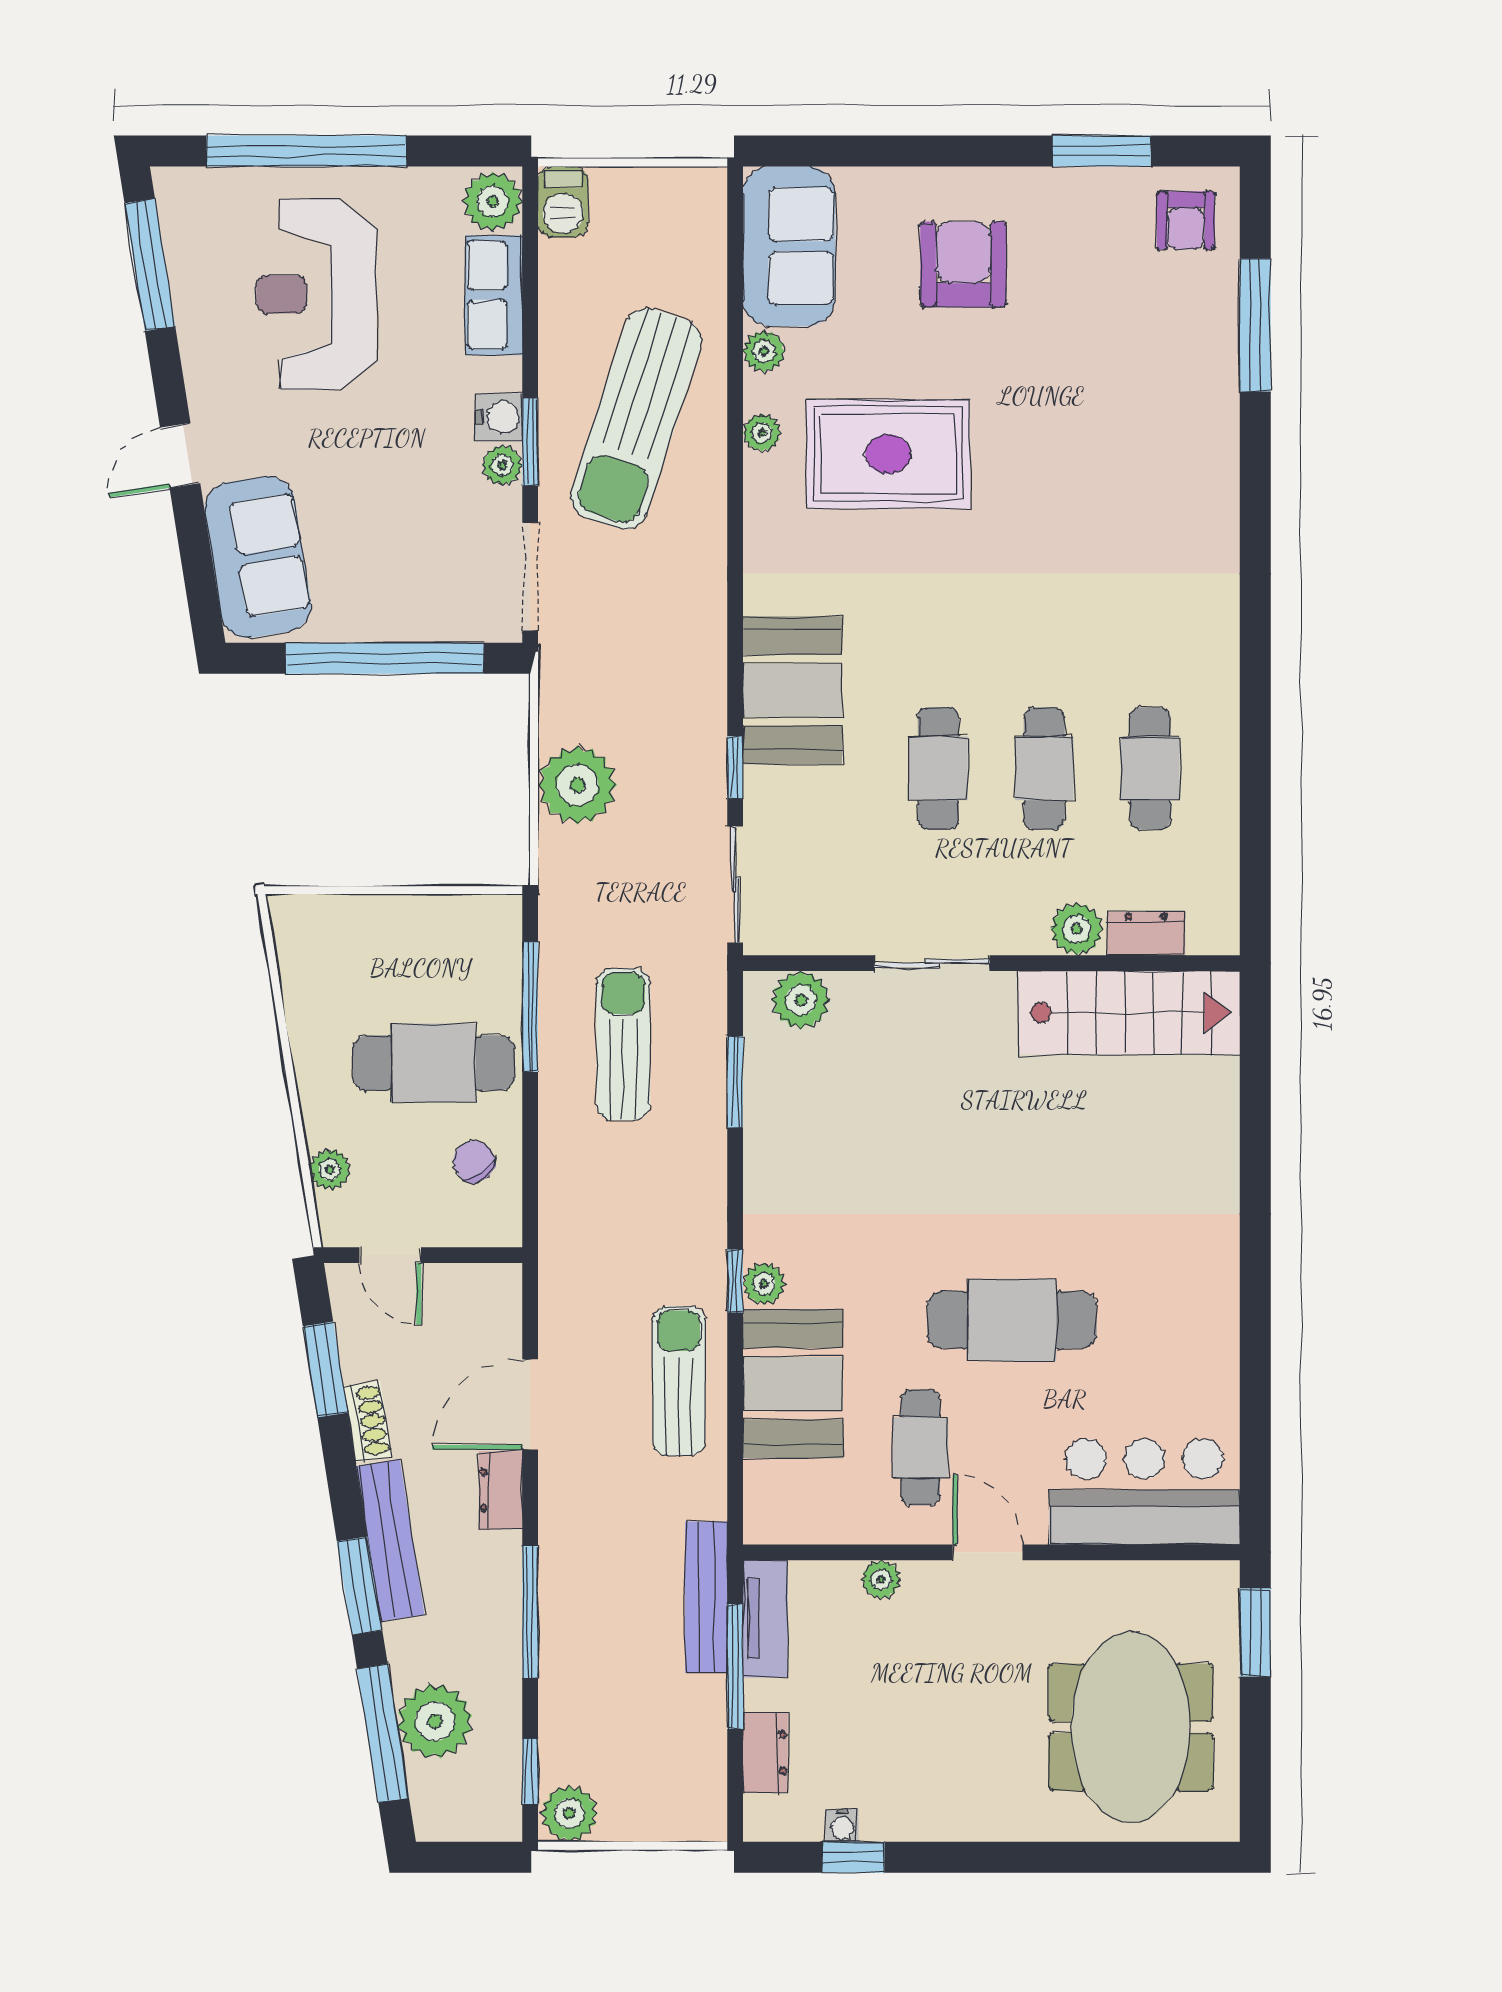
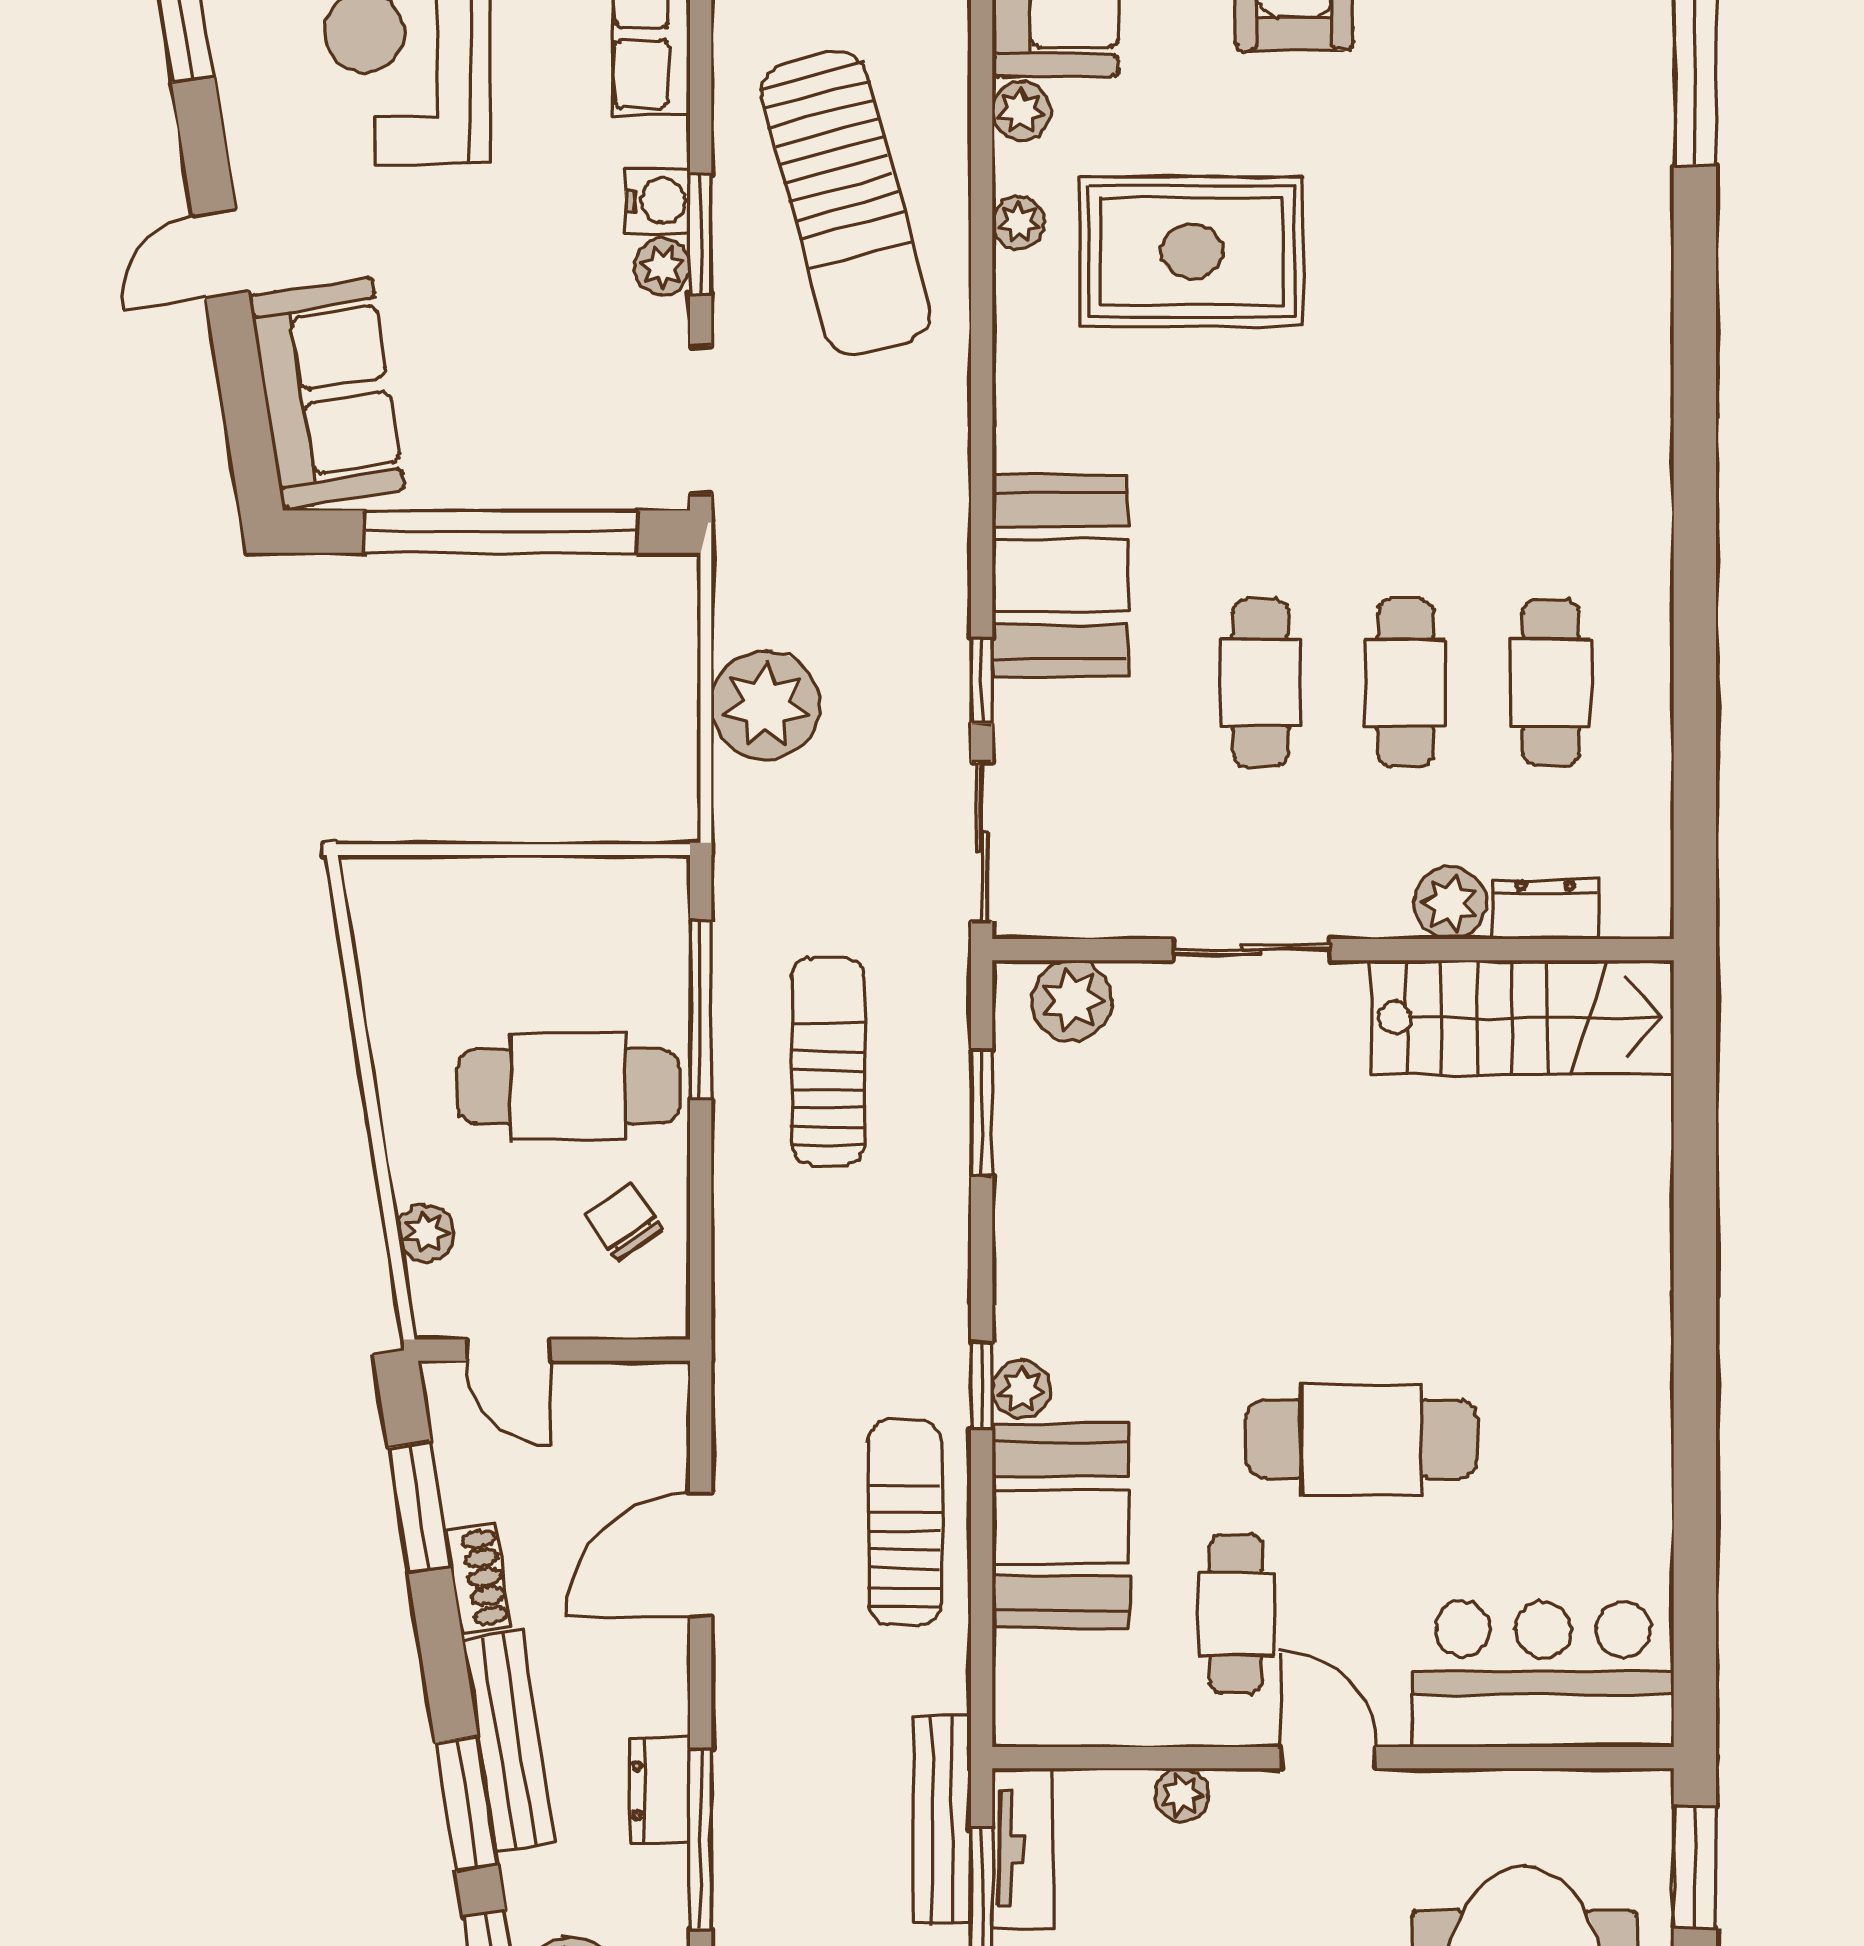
sun lounger: (636, 419) -> (846, 203), turned -33
dresser: (501, 1490) -> (660, 1790), moved

